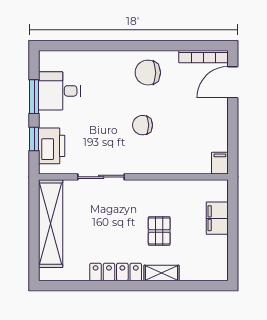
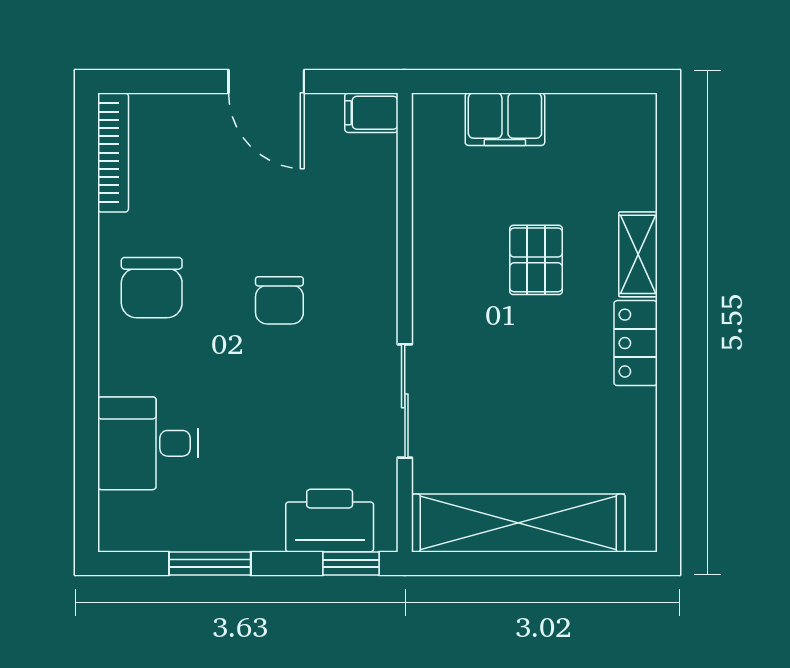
door: (233, 82) -> (266, 81), moved
desk: (59, 91) -> (148, 443), moved, turned 90
window: (34, 139) -> (351, 564), moved
pallet: (159, 231) -> (536, 260), turned 90
locker: (116, 272) -> (636, 343), width x0.66

